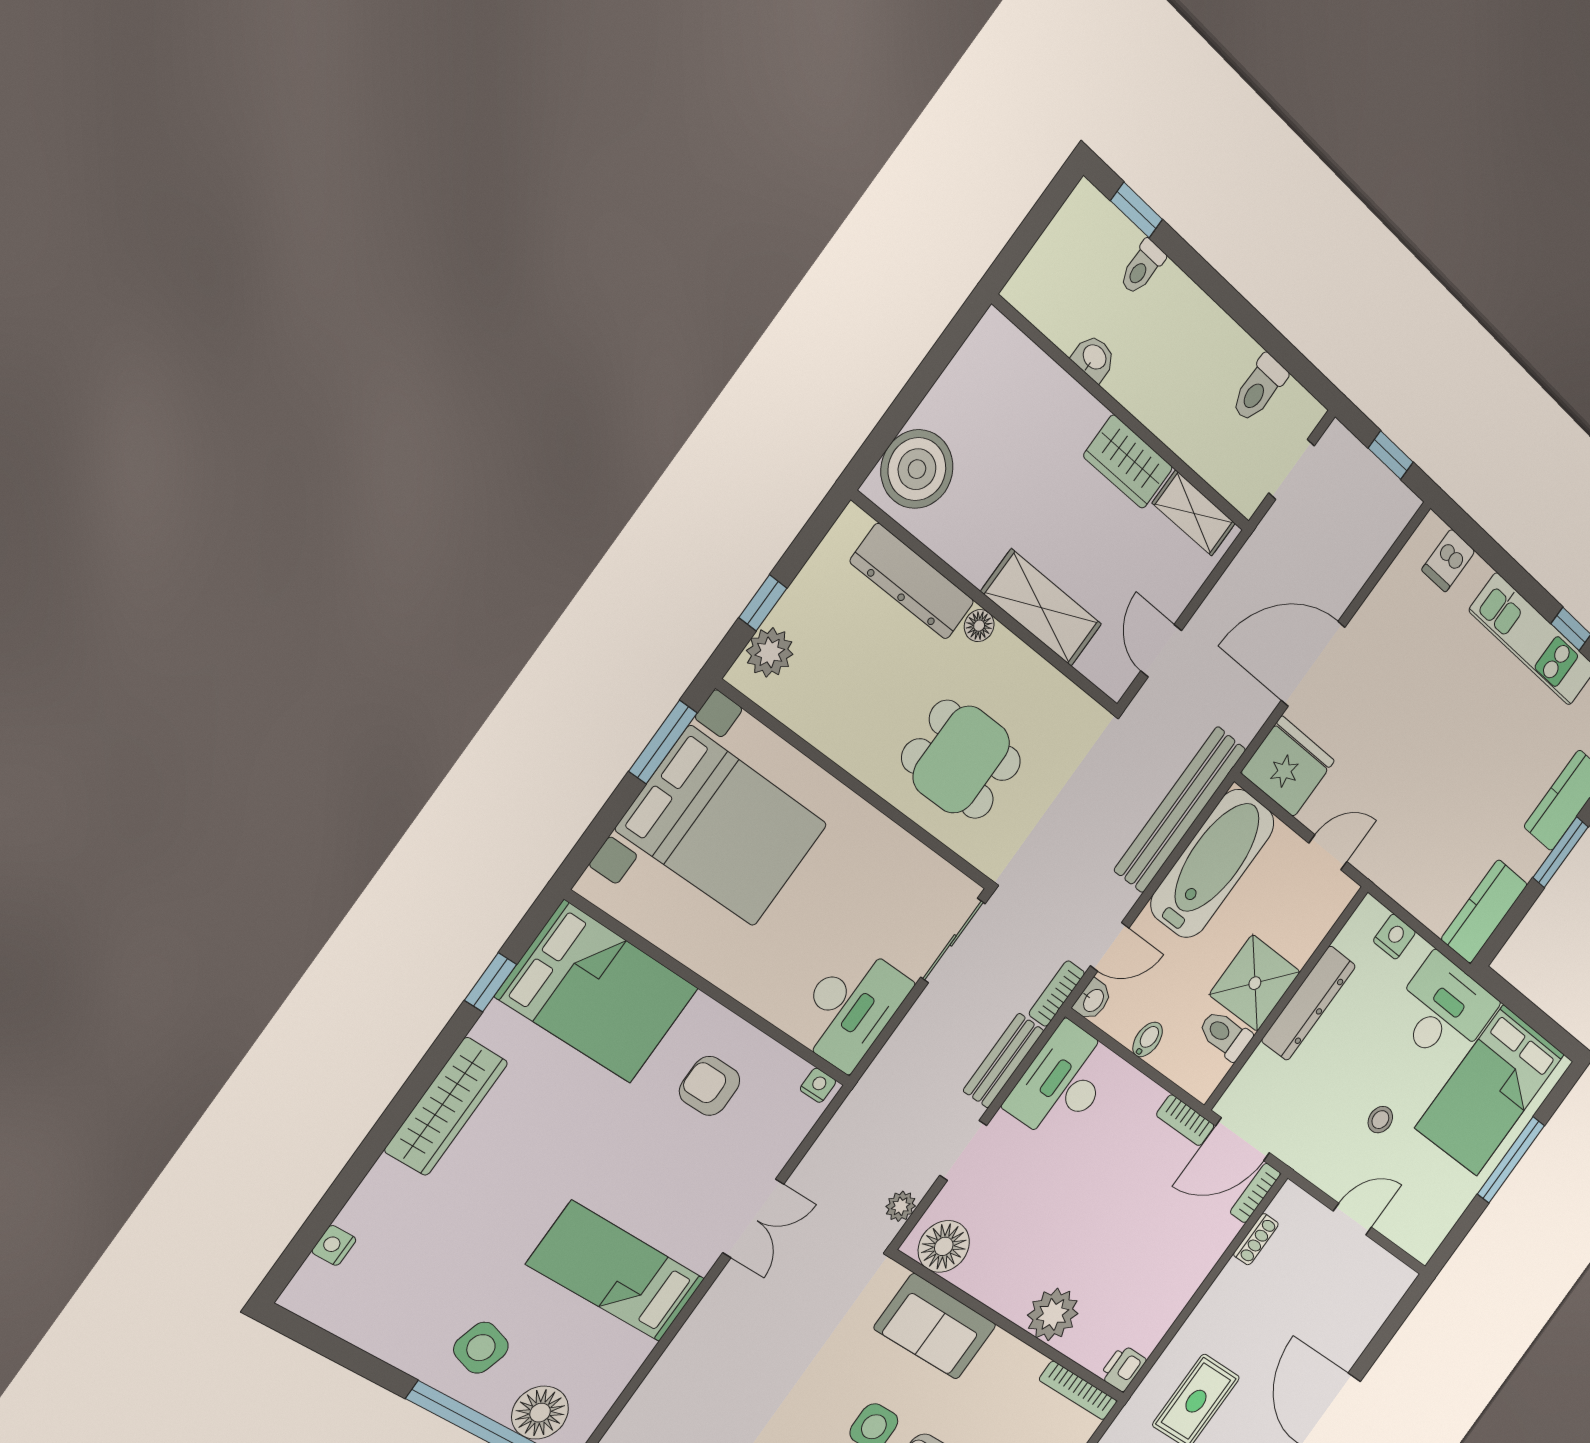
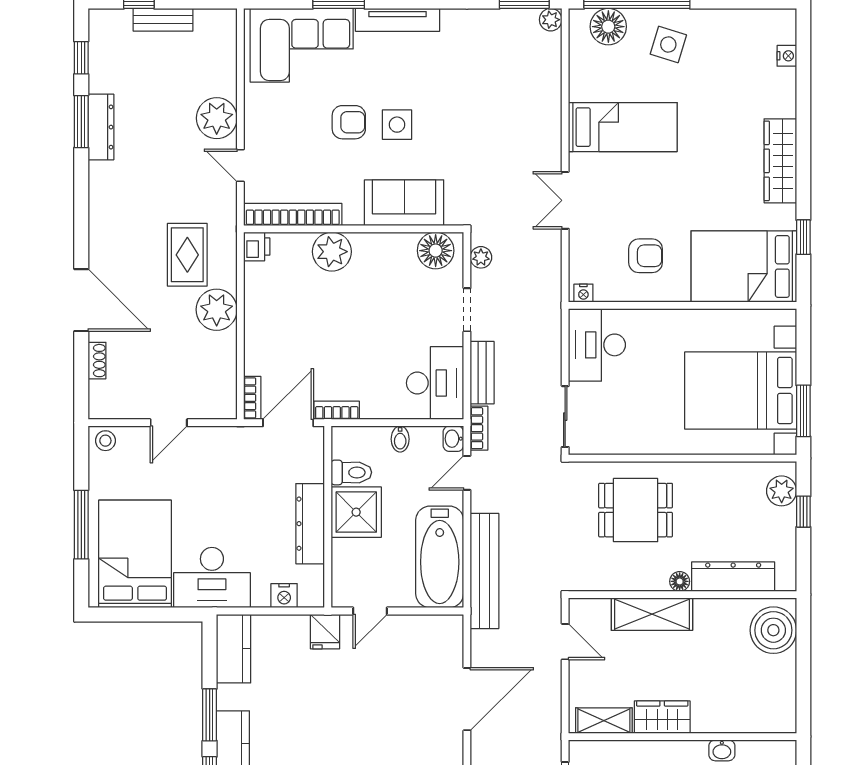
fridge: (1288, 767) -> (325, 632), moved, width x0.53, depth x0.75
stool: (1380, 1120) -> (105, 441), moved
shoe rack: (1256, 1239) -> (97, 361), moved, turned 180
plant: (1214, 1319) -> (217, 310), added
bookcase: (1078, 1390) -> (293, 215), width x1.48, depth x1.31

